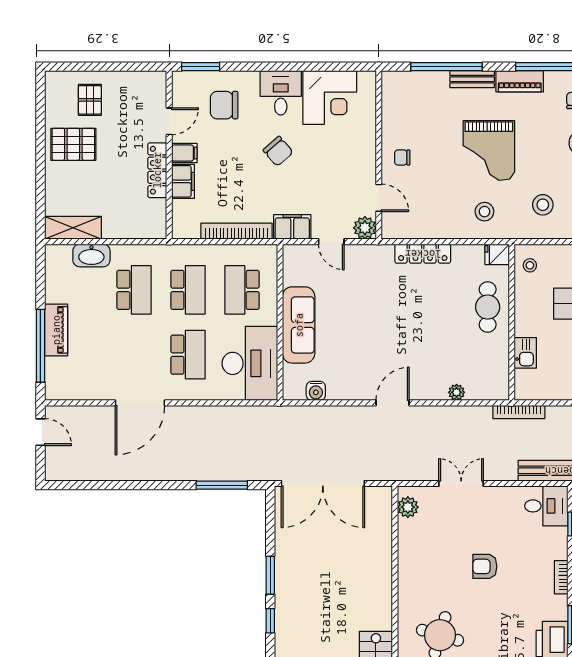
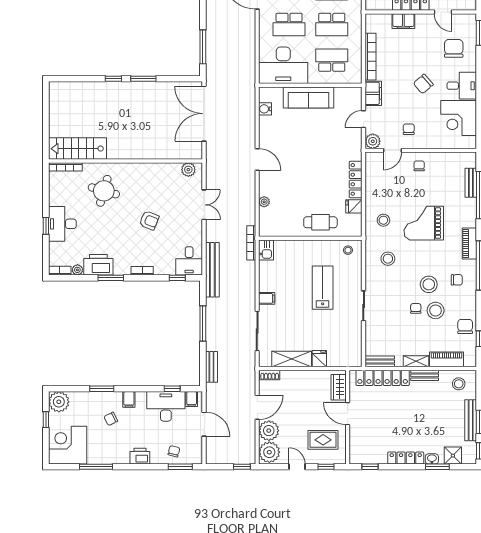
bench: (472, 79) -> (471, 183), moved
filing cabinet: (184, 153) -> (422, 22), removed
chair: (347, 173) -> (409, 129), added
fridge: (497, 254) -> (354, 206), moved, turned -90
kitchen sink: (525, 353) -> (266, 250), moved, turned -90
armchair: (485, 566) -> (149, 220), turned 112

